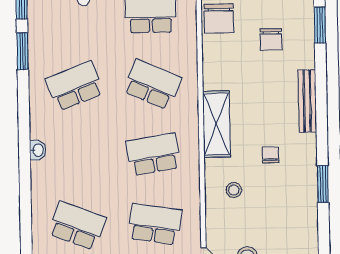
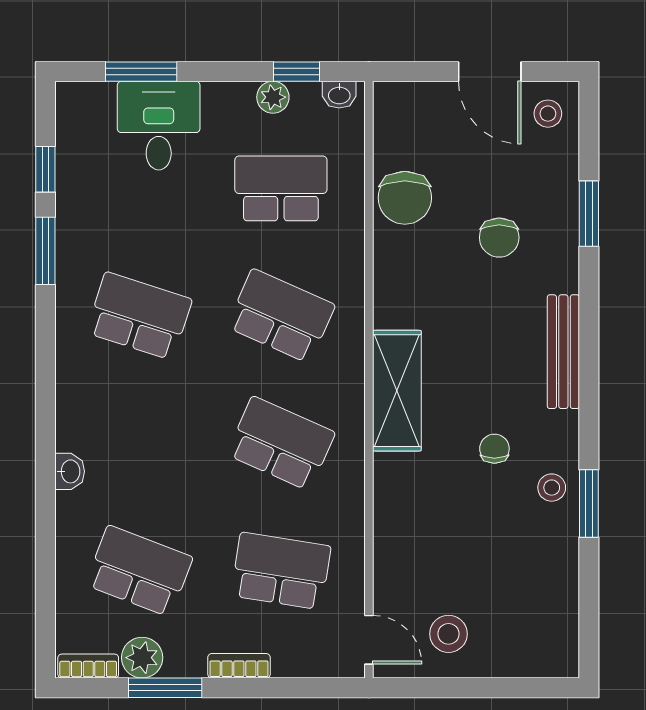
school desk: (75, 86) -> (139, 316), turned 39
washbasin: (38, 150) -> (70, 471), moved
school desk: (154, 154) -> (281, 443), turned 33
stool: (234, 190) -> (552, 488), moved

